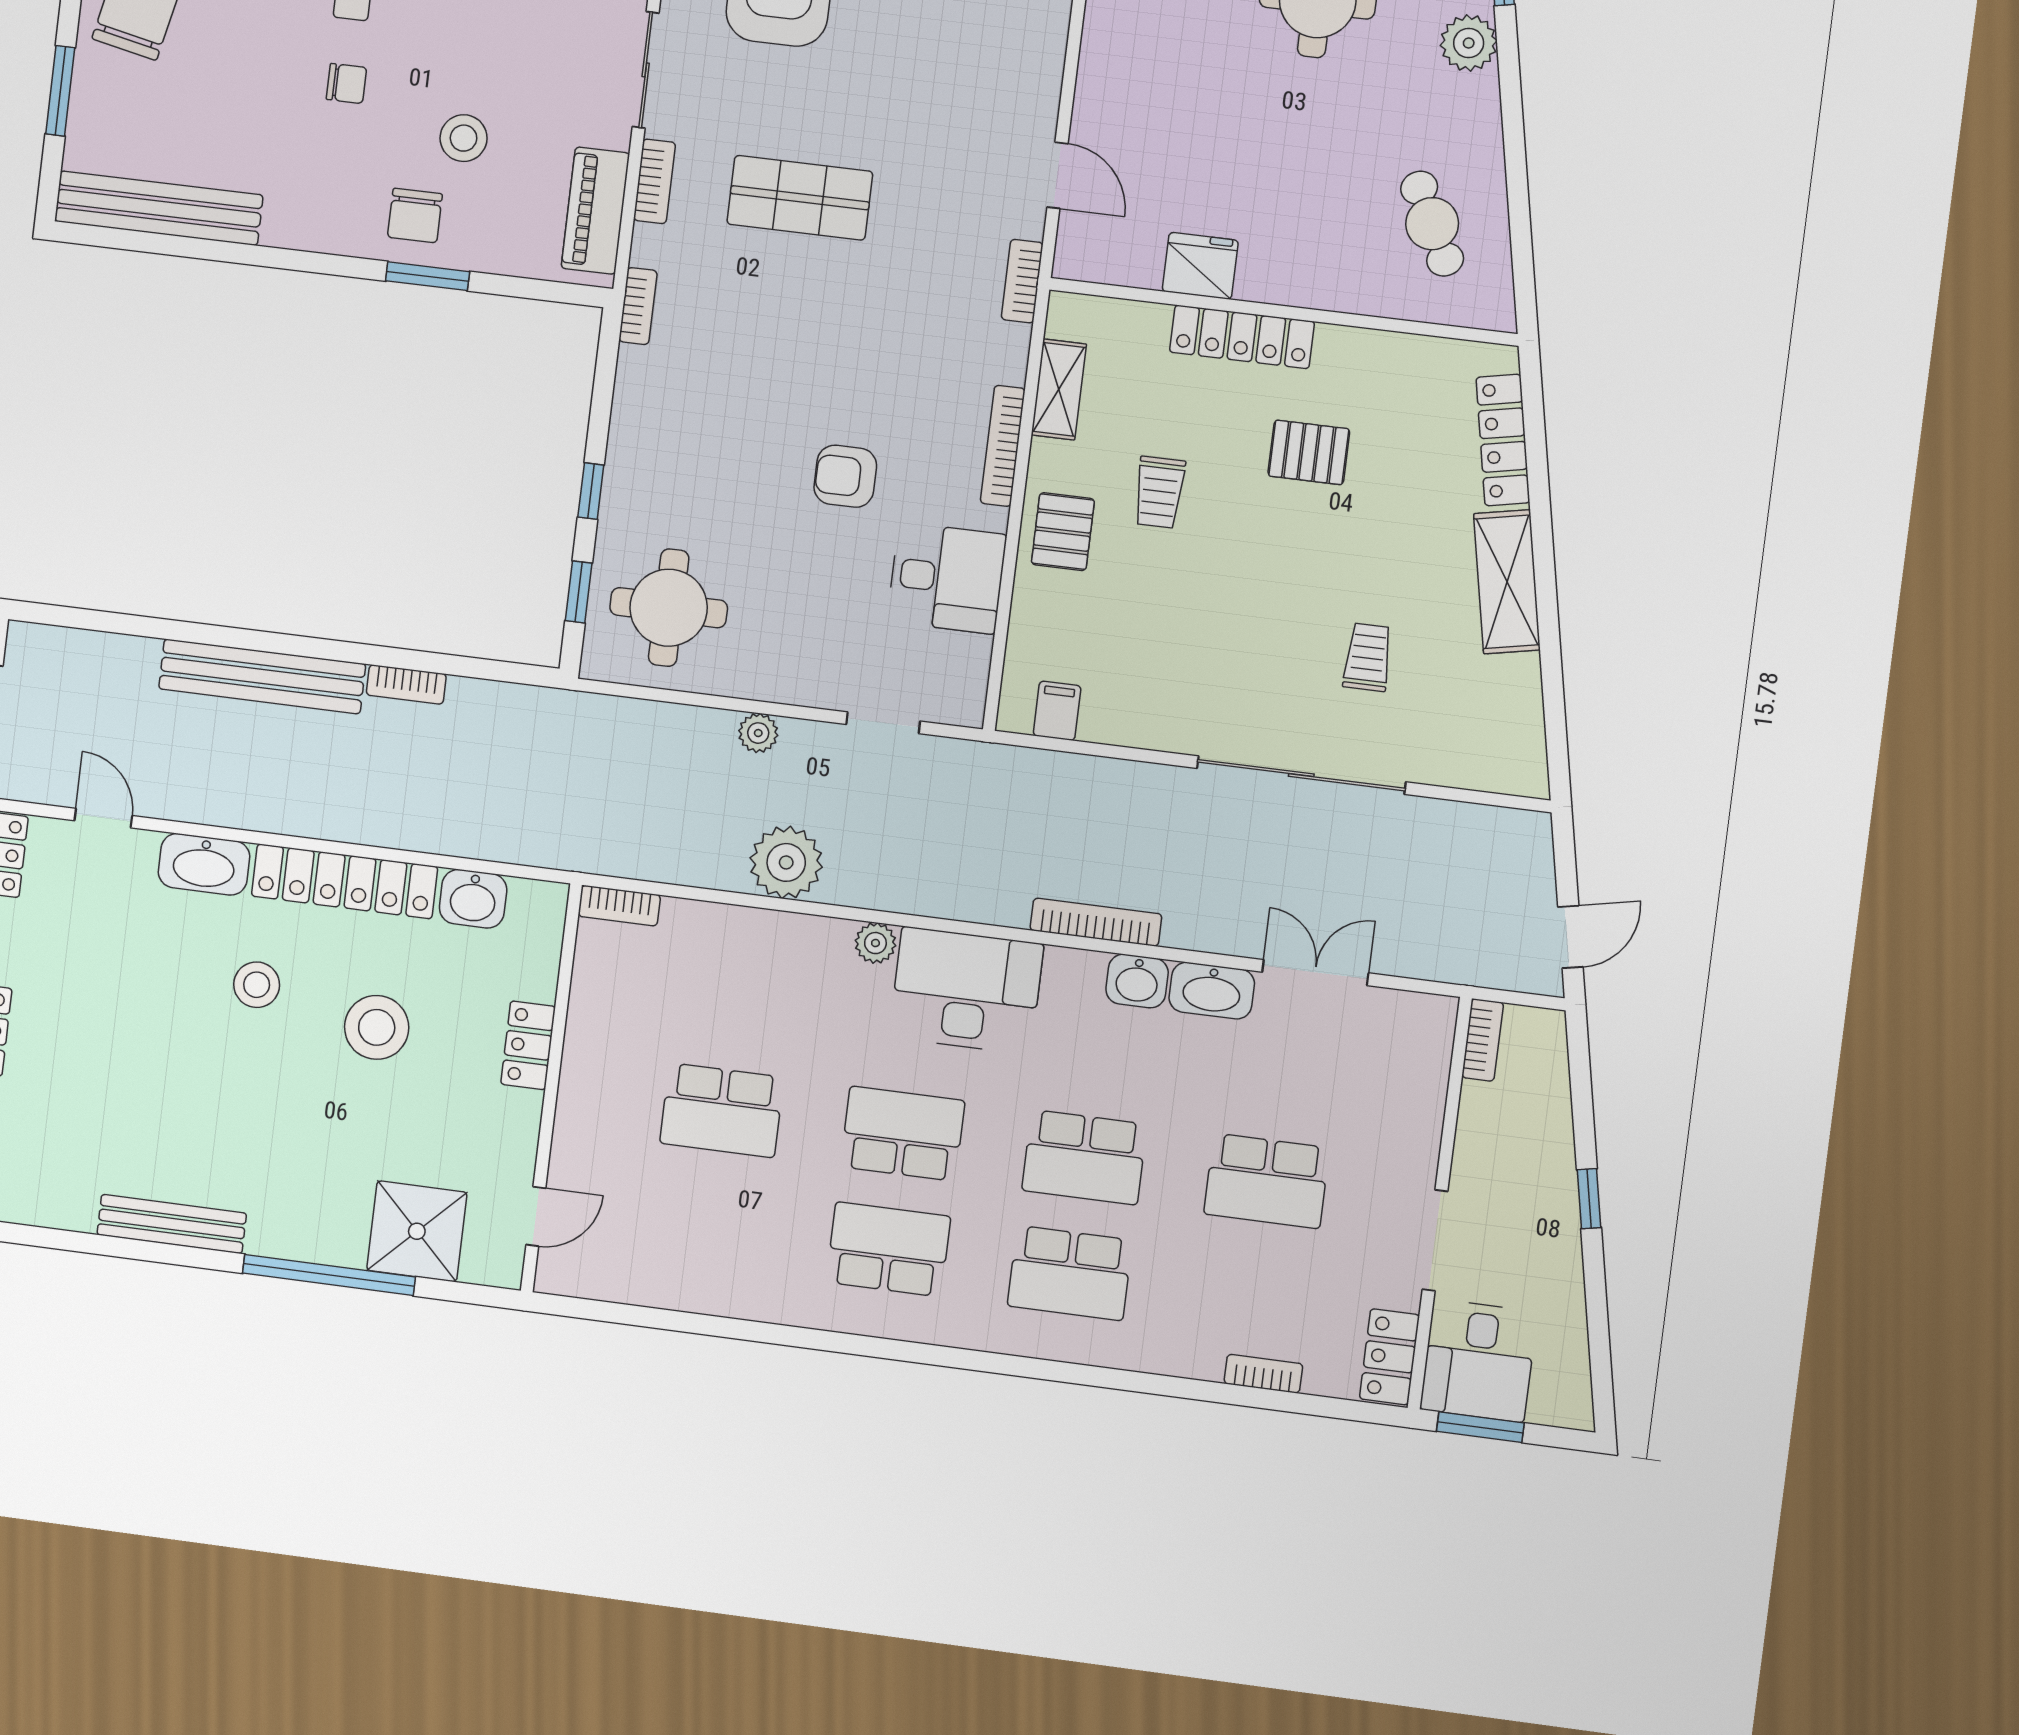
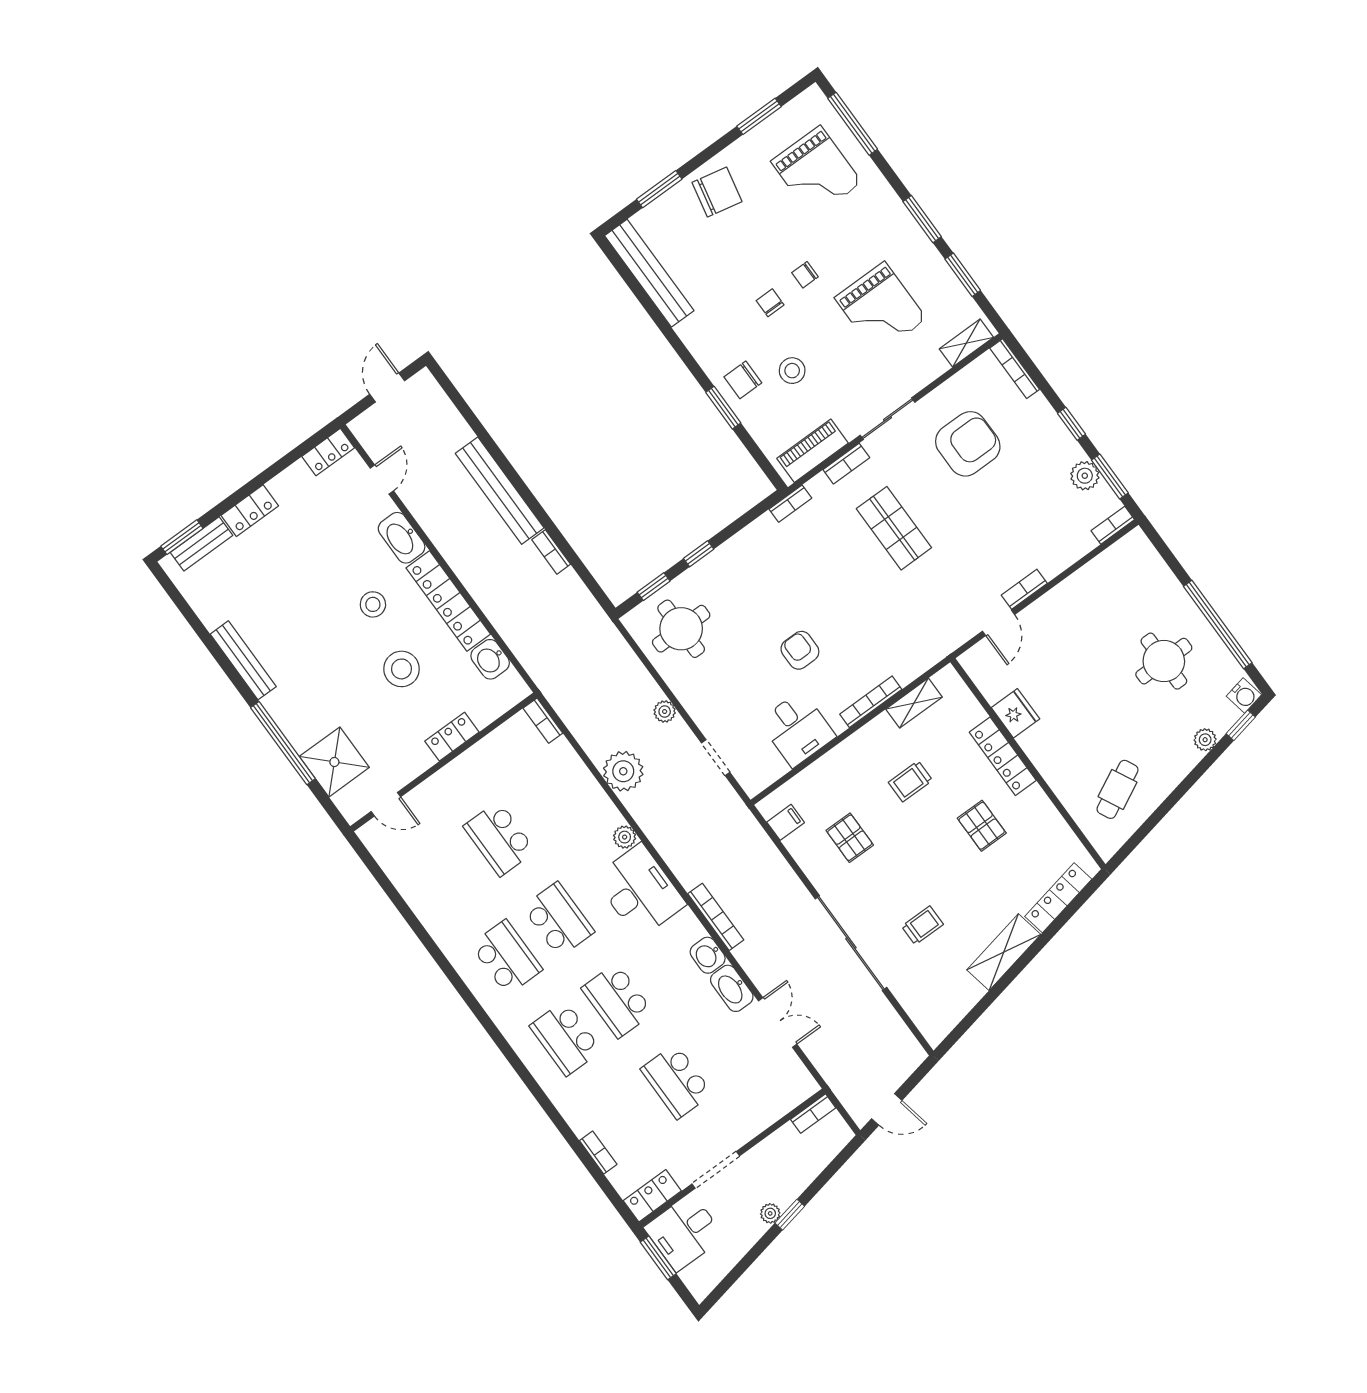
plant: (1469, 43) -> (1205, 740), width x0.73, depth x0.73
chair: (346, 83) -> (770, 303), turned 180
bookcase: (1022, 281) -> (1024, 589), moved
pallet: (1063, 532) -> (850, 838), moved, turned 90
plant: (1562, 1223) -> (770, 1213), added

